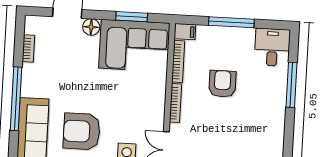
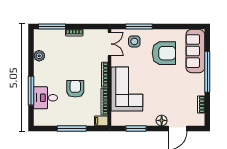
corner sofa: (134, 46) -> (127, 89), moved, turned 90
desk: (272, 47) -> (45, 98), moved, turned 90
armchair: (222, 84) -> (75, 89), turned 180
plant: (276, 138) -> (39, 56), added

